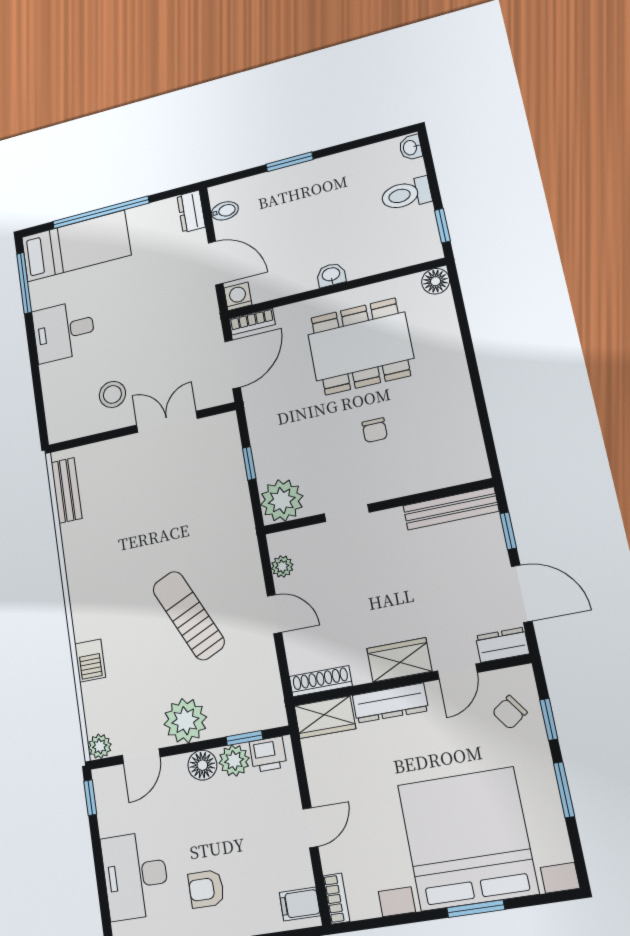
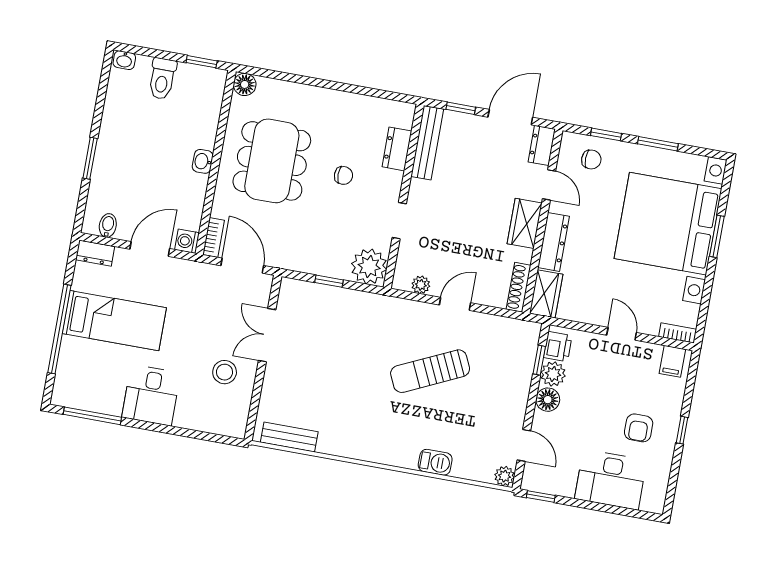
bed: (76, 246) -> (114, 321), moved, turned 90
dresser: (429, 477) -> (397, 149), added
chair: (510, 712) -> (591, 160), turned -55
plant: (185, 721) -> (510, 401), removed

